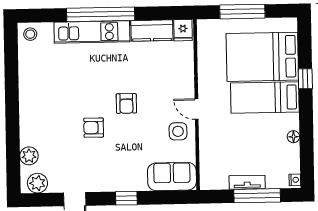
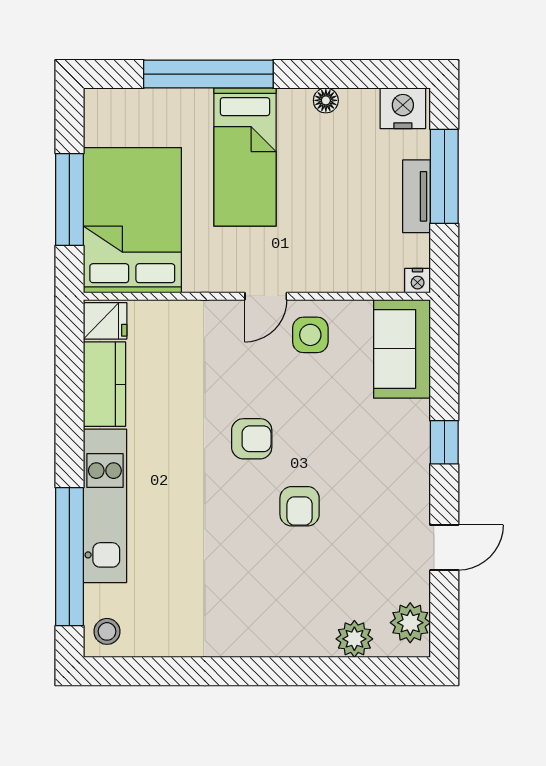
window: (101, 14) -> (69, 557), moved
bed: (262, 57) -> (132, 220), moved, turned 180
window: (305, 79) -> (208, 74), width x3.17
nightstand: (295, 180) -> (403, 108), width x1.89, depth x1.79
nightstand: (206, 184) -> (418, 281), added

